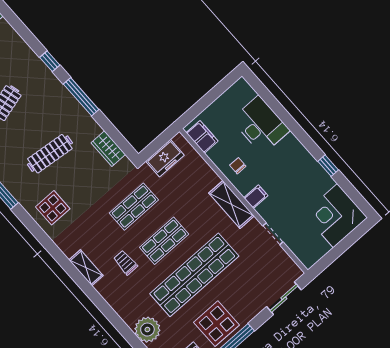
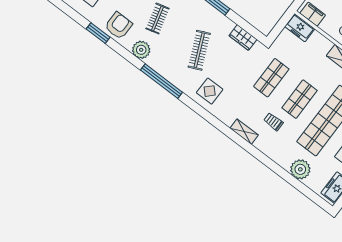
clothes rail: (50, 154) -> (199, 50), turned -30
freezer: (165, 158) -> (300, 28), moved, turned 90

